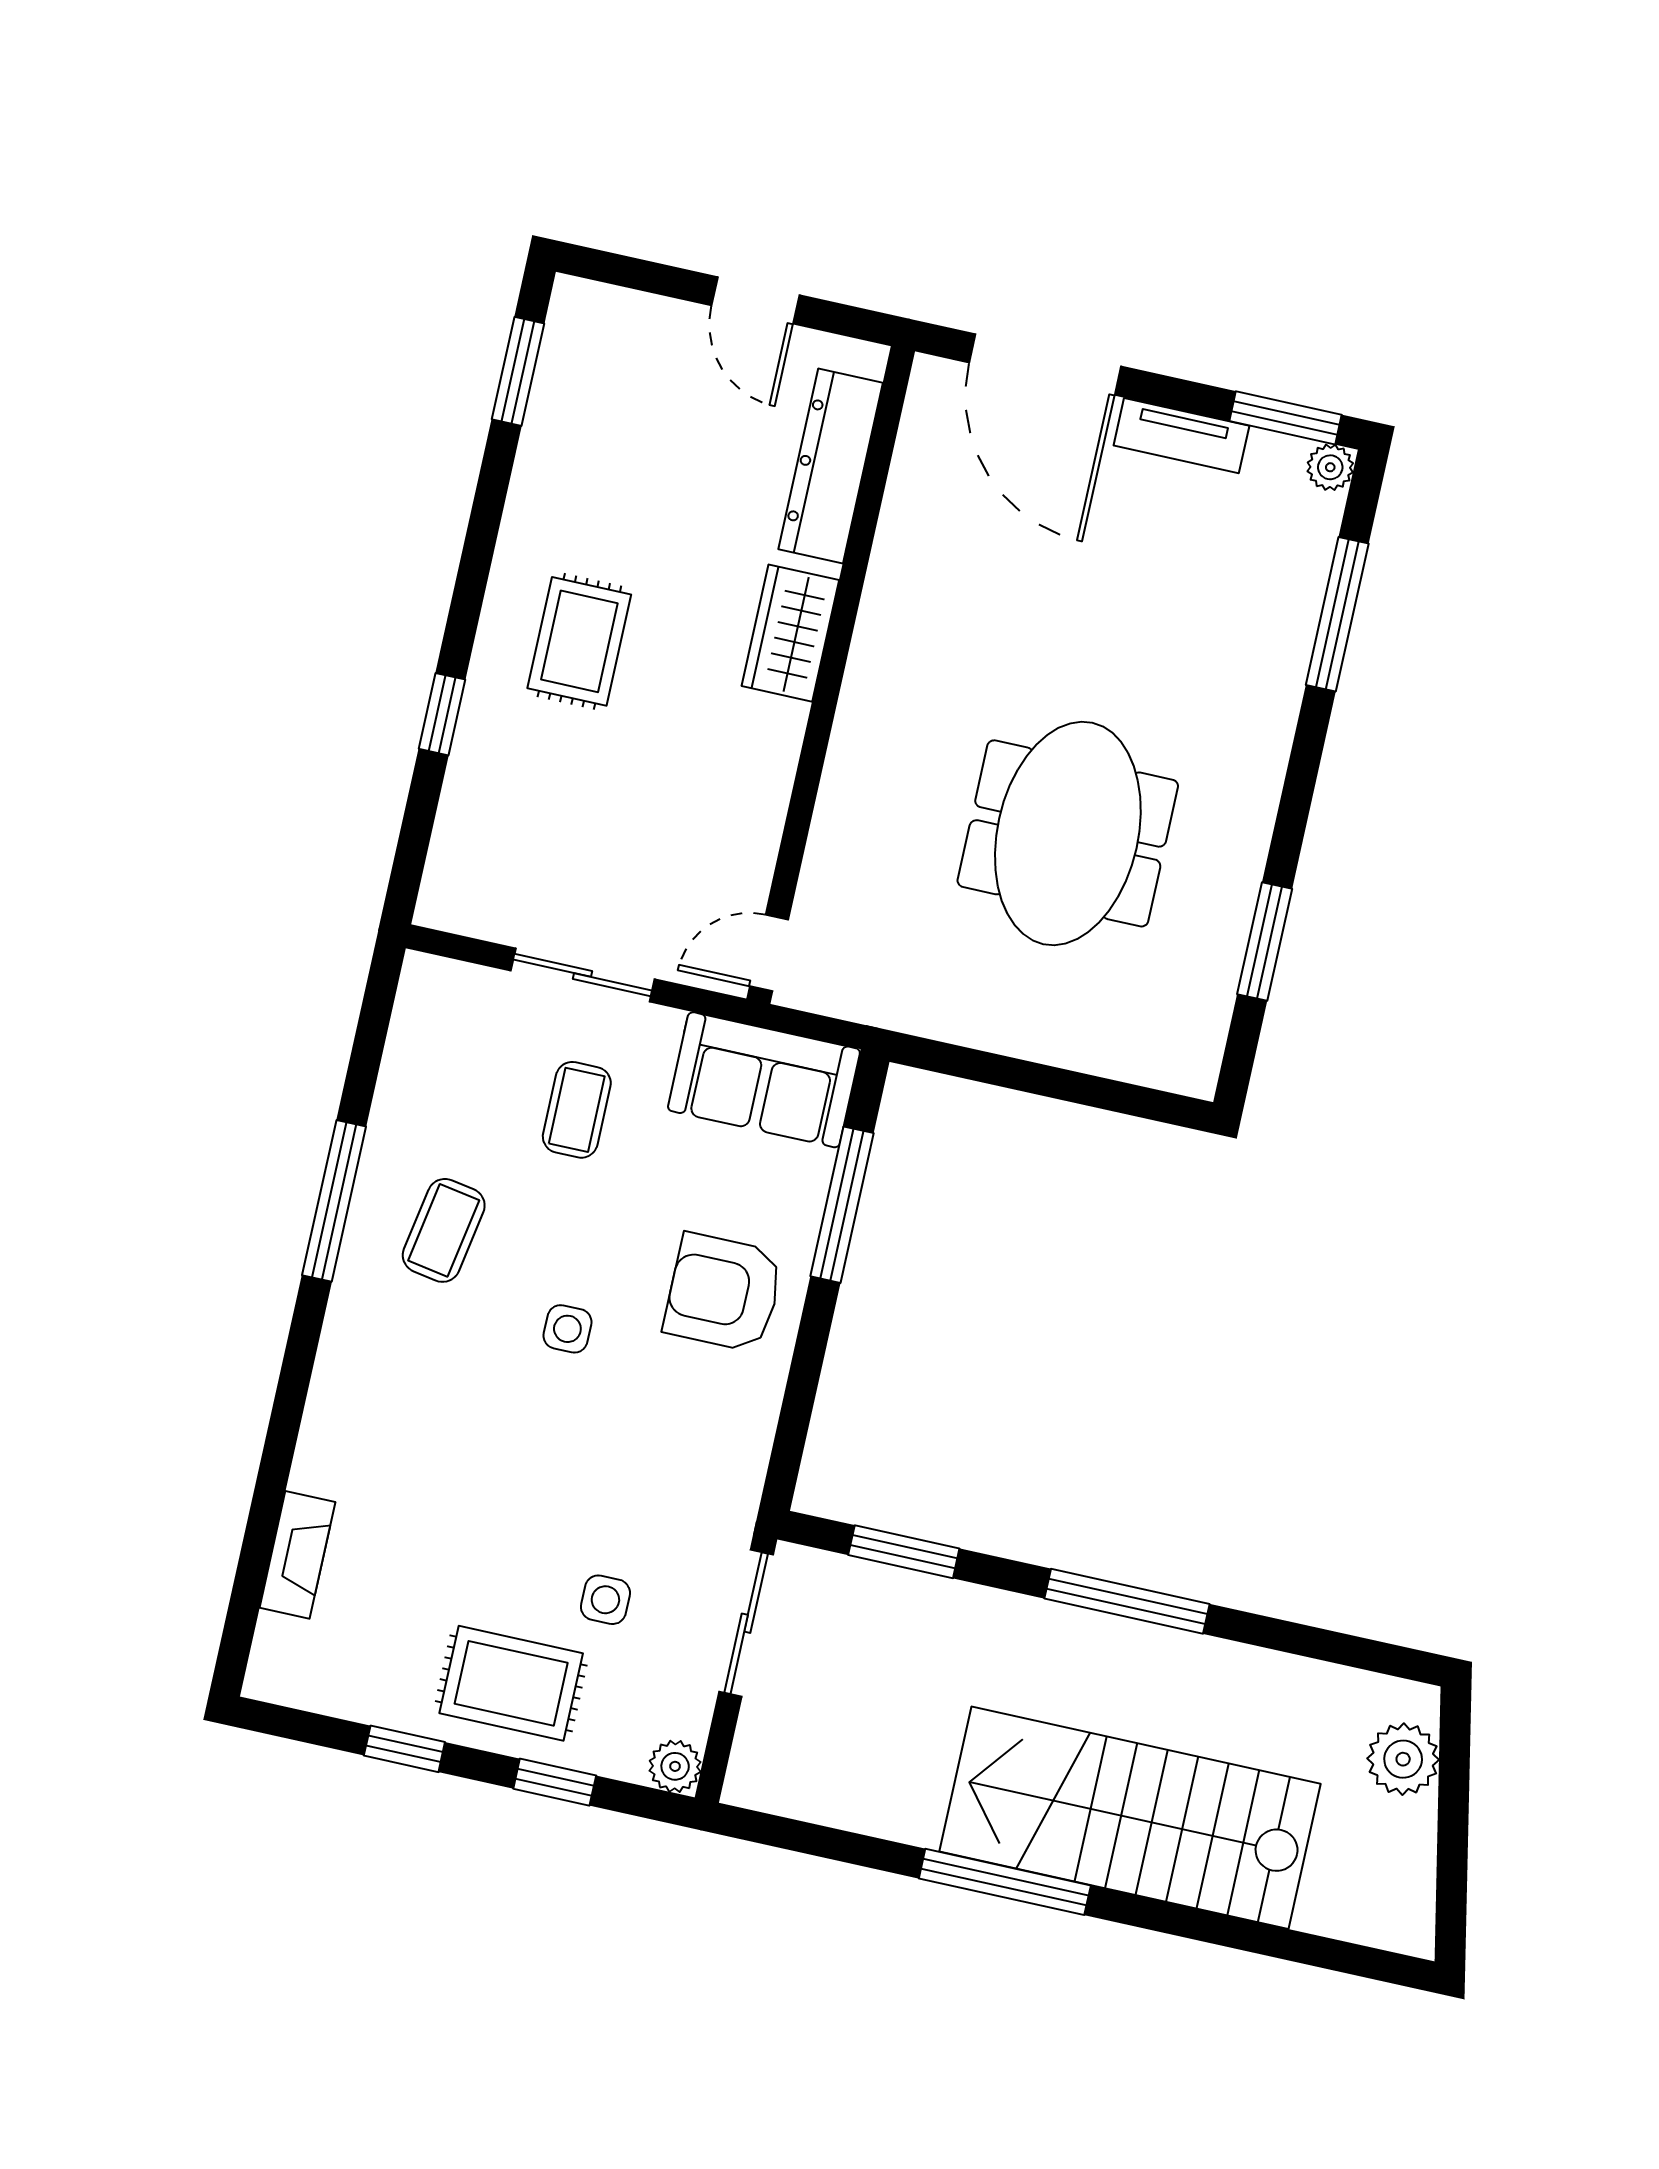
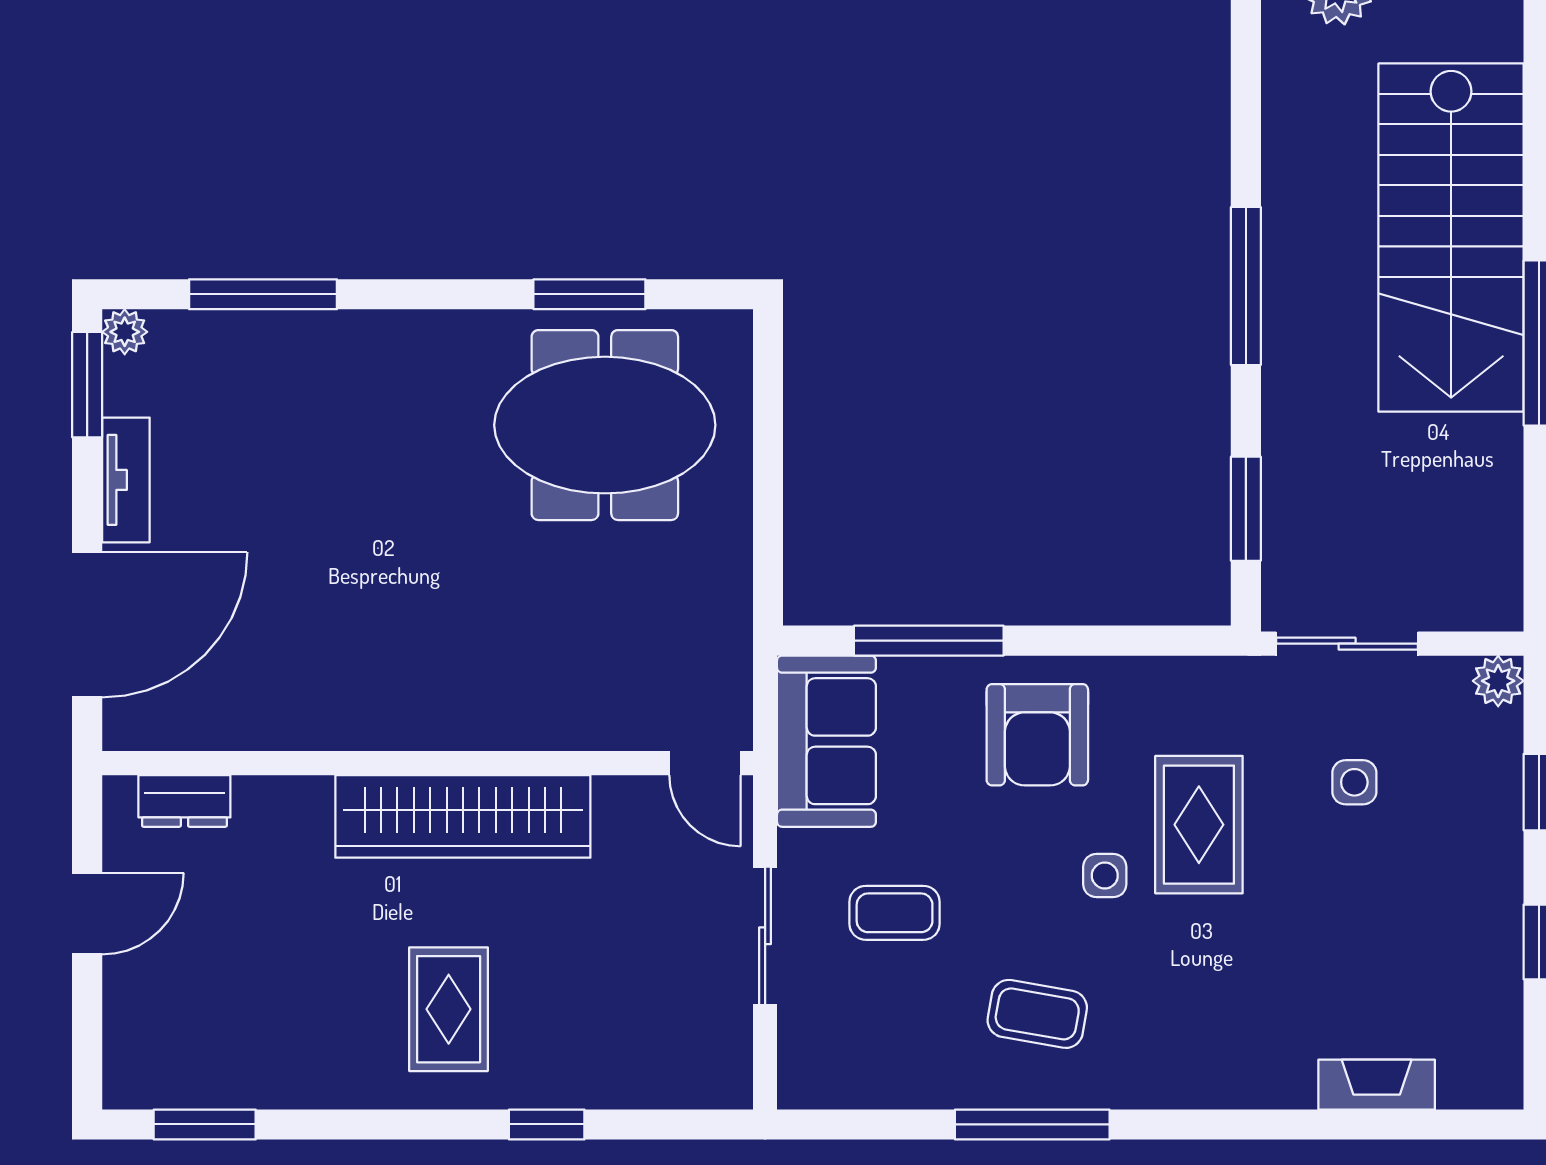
dresser: (831, 466) -> (184, 801), width x0.51, depth x0.80
wardrobe: (790, 633) -> (463, 816), width x2.10, depth x1.17
rug: (579, 641) -> (449, 1009), turned 90
meeting table: (1068, 833) -> (605, 425), moved
rug: (511, 1683) -> (1199, 825), moved

